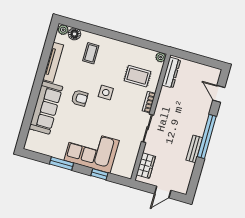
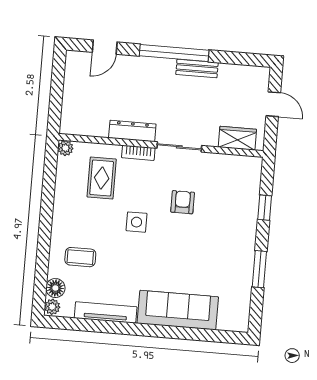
dresser: (171, 73) -> (132, 131), moved
armchair: (80, 98) -> (183, 202), moved
corner sofa: (92, 150) -> (230, 227), removed

